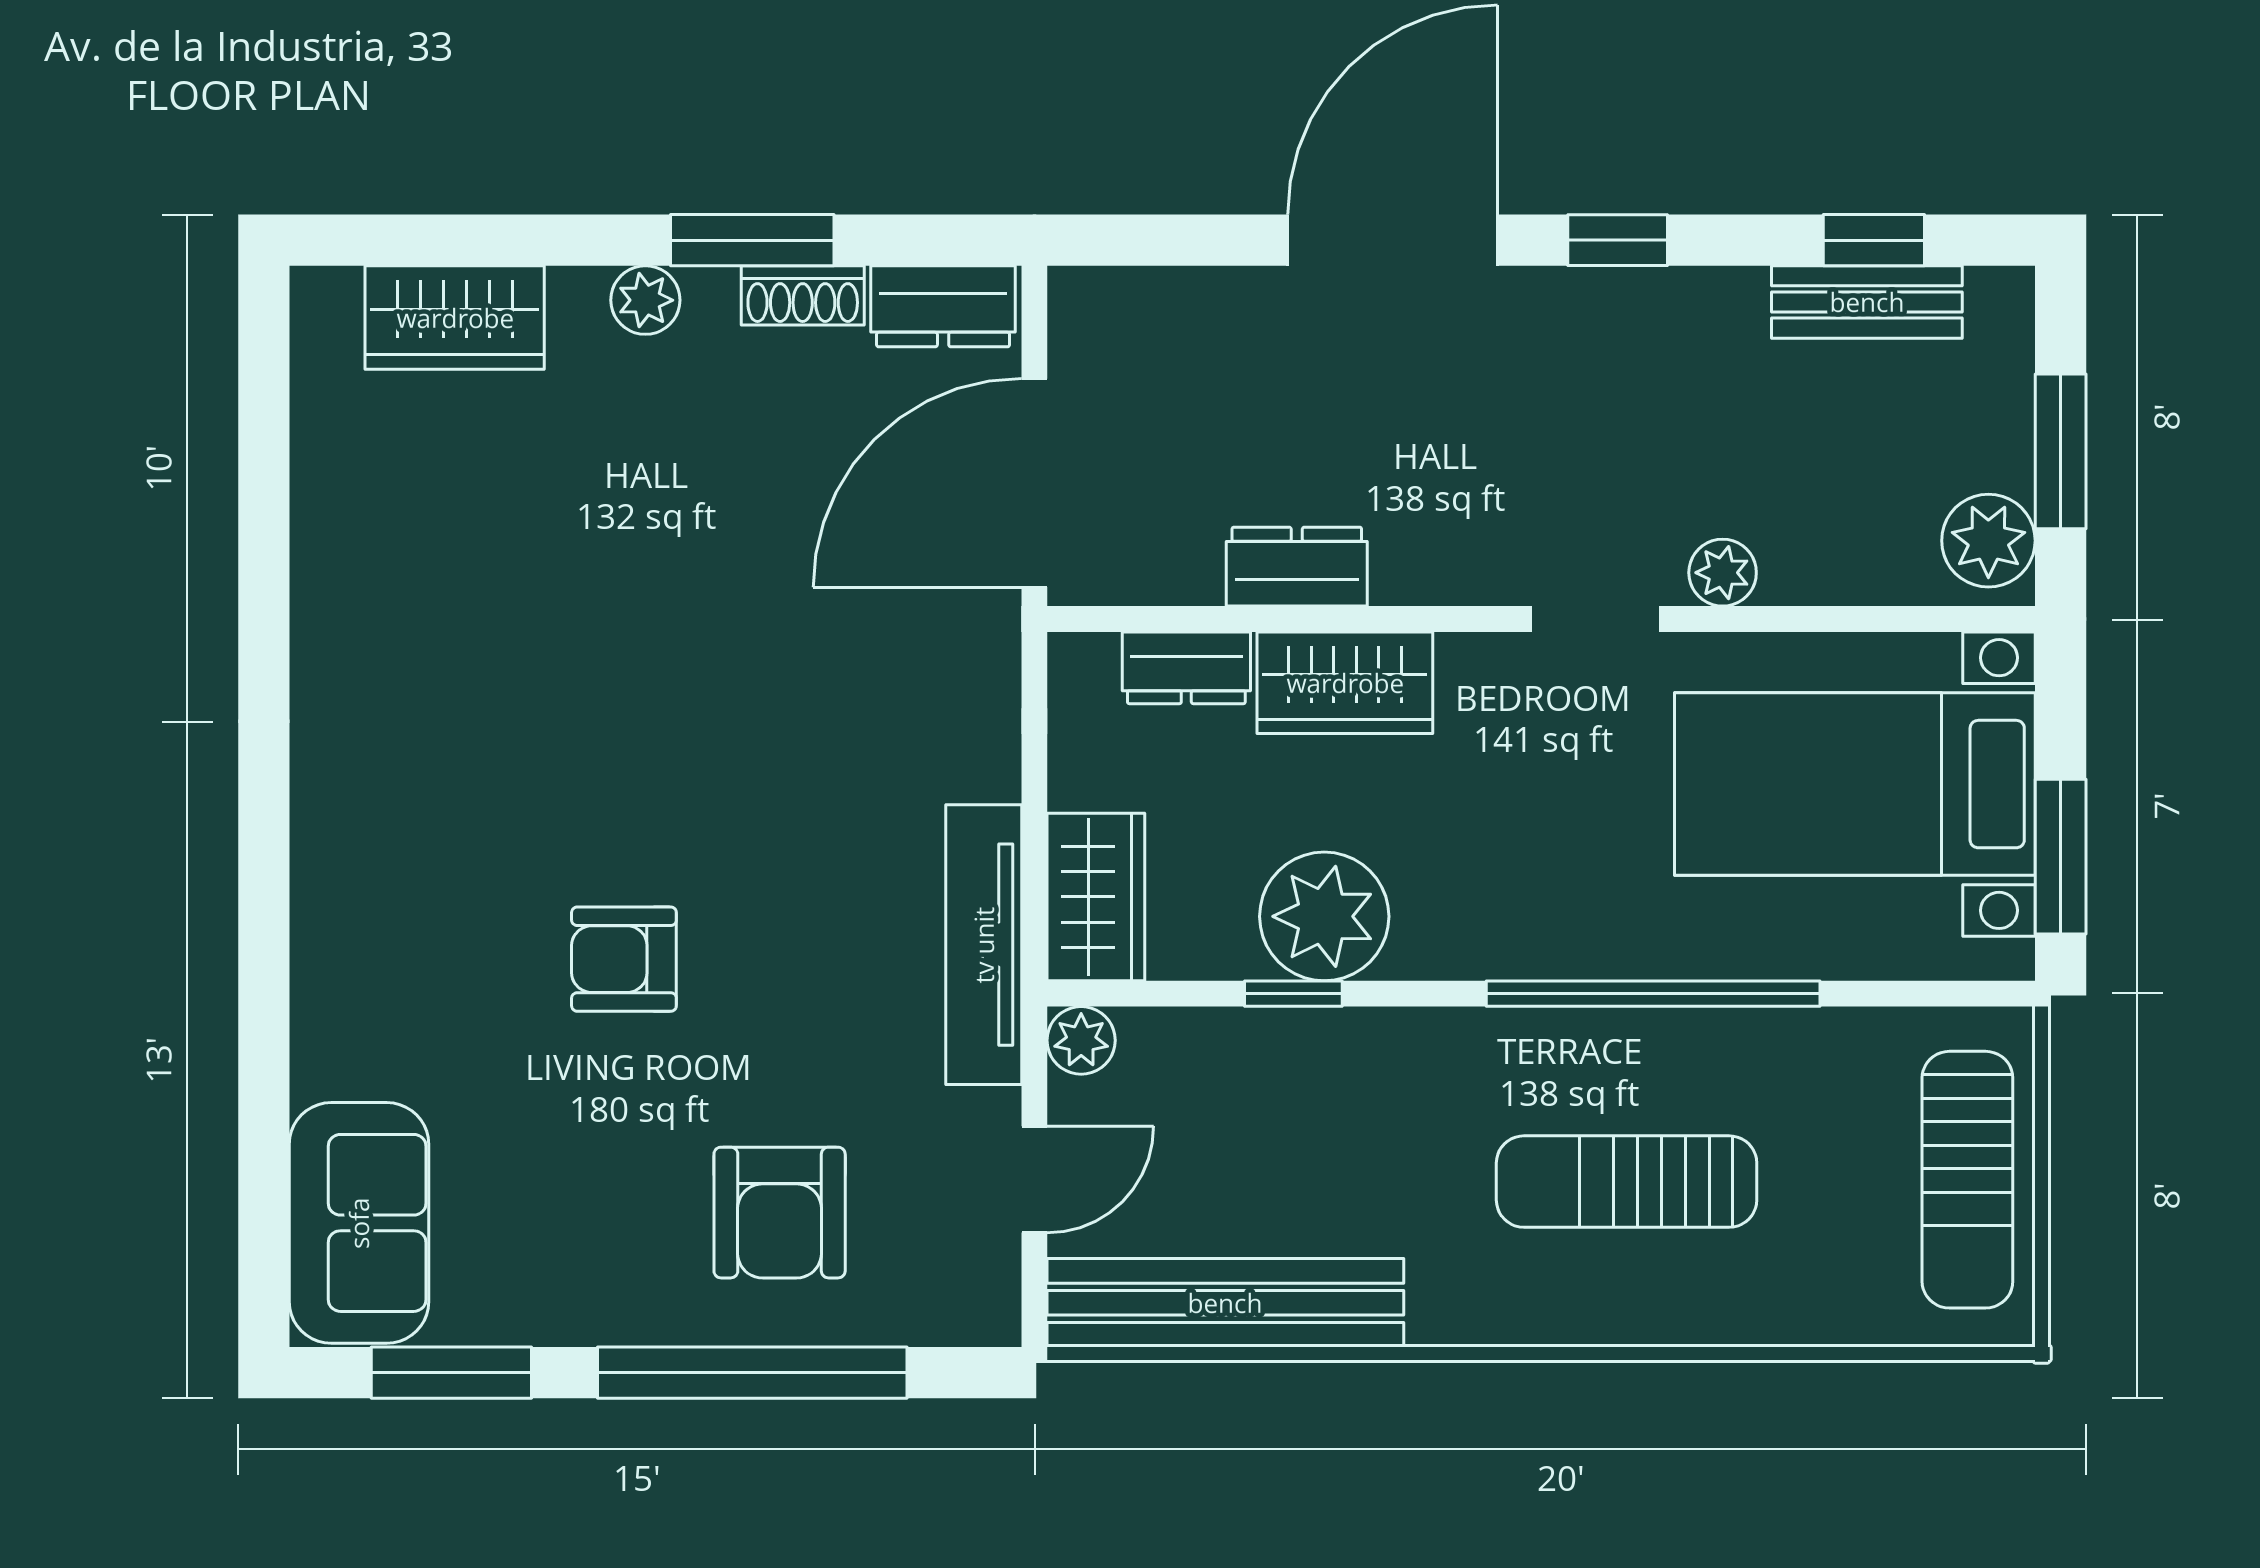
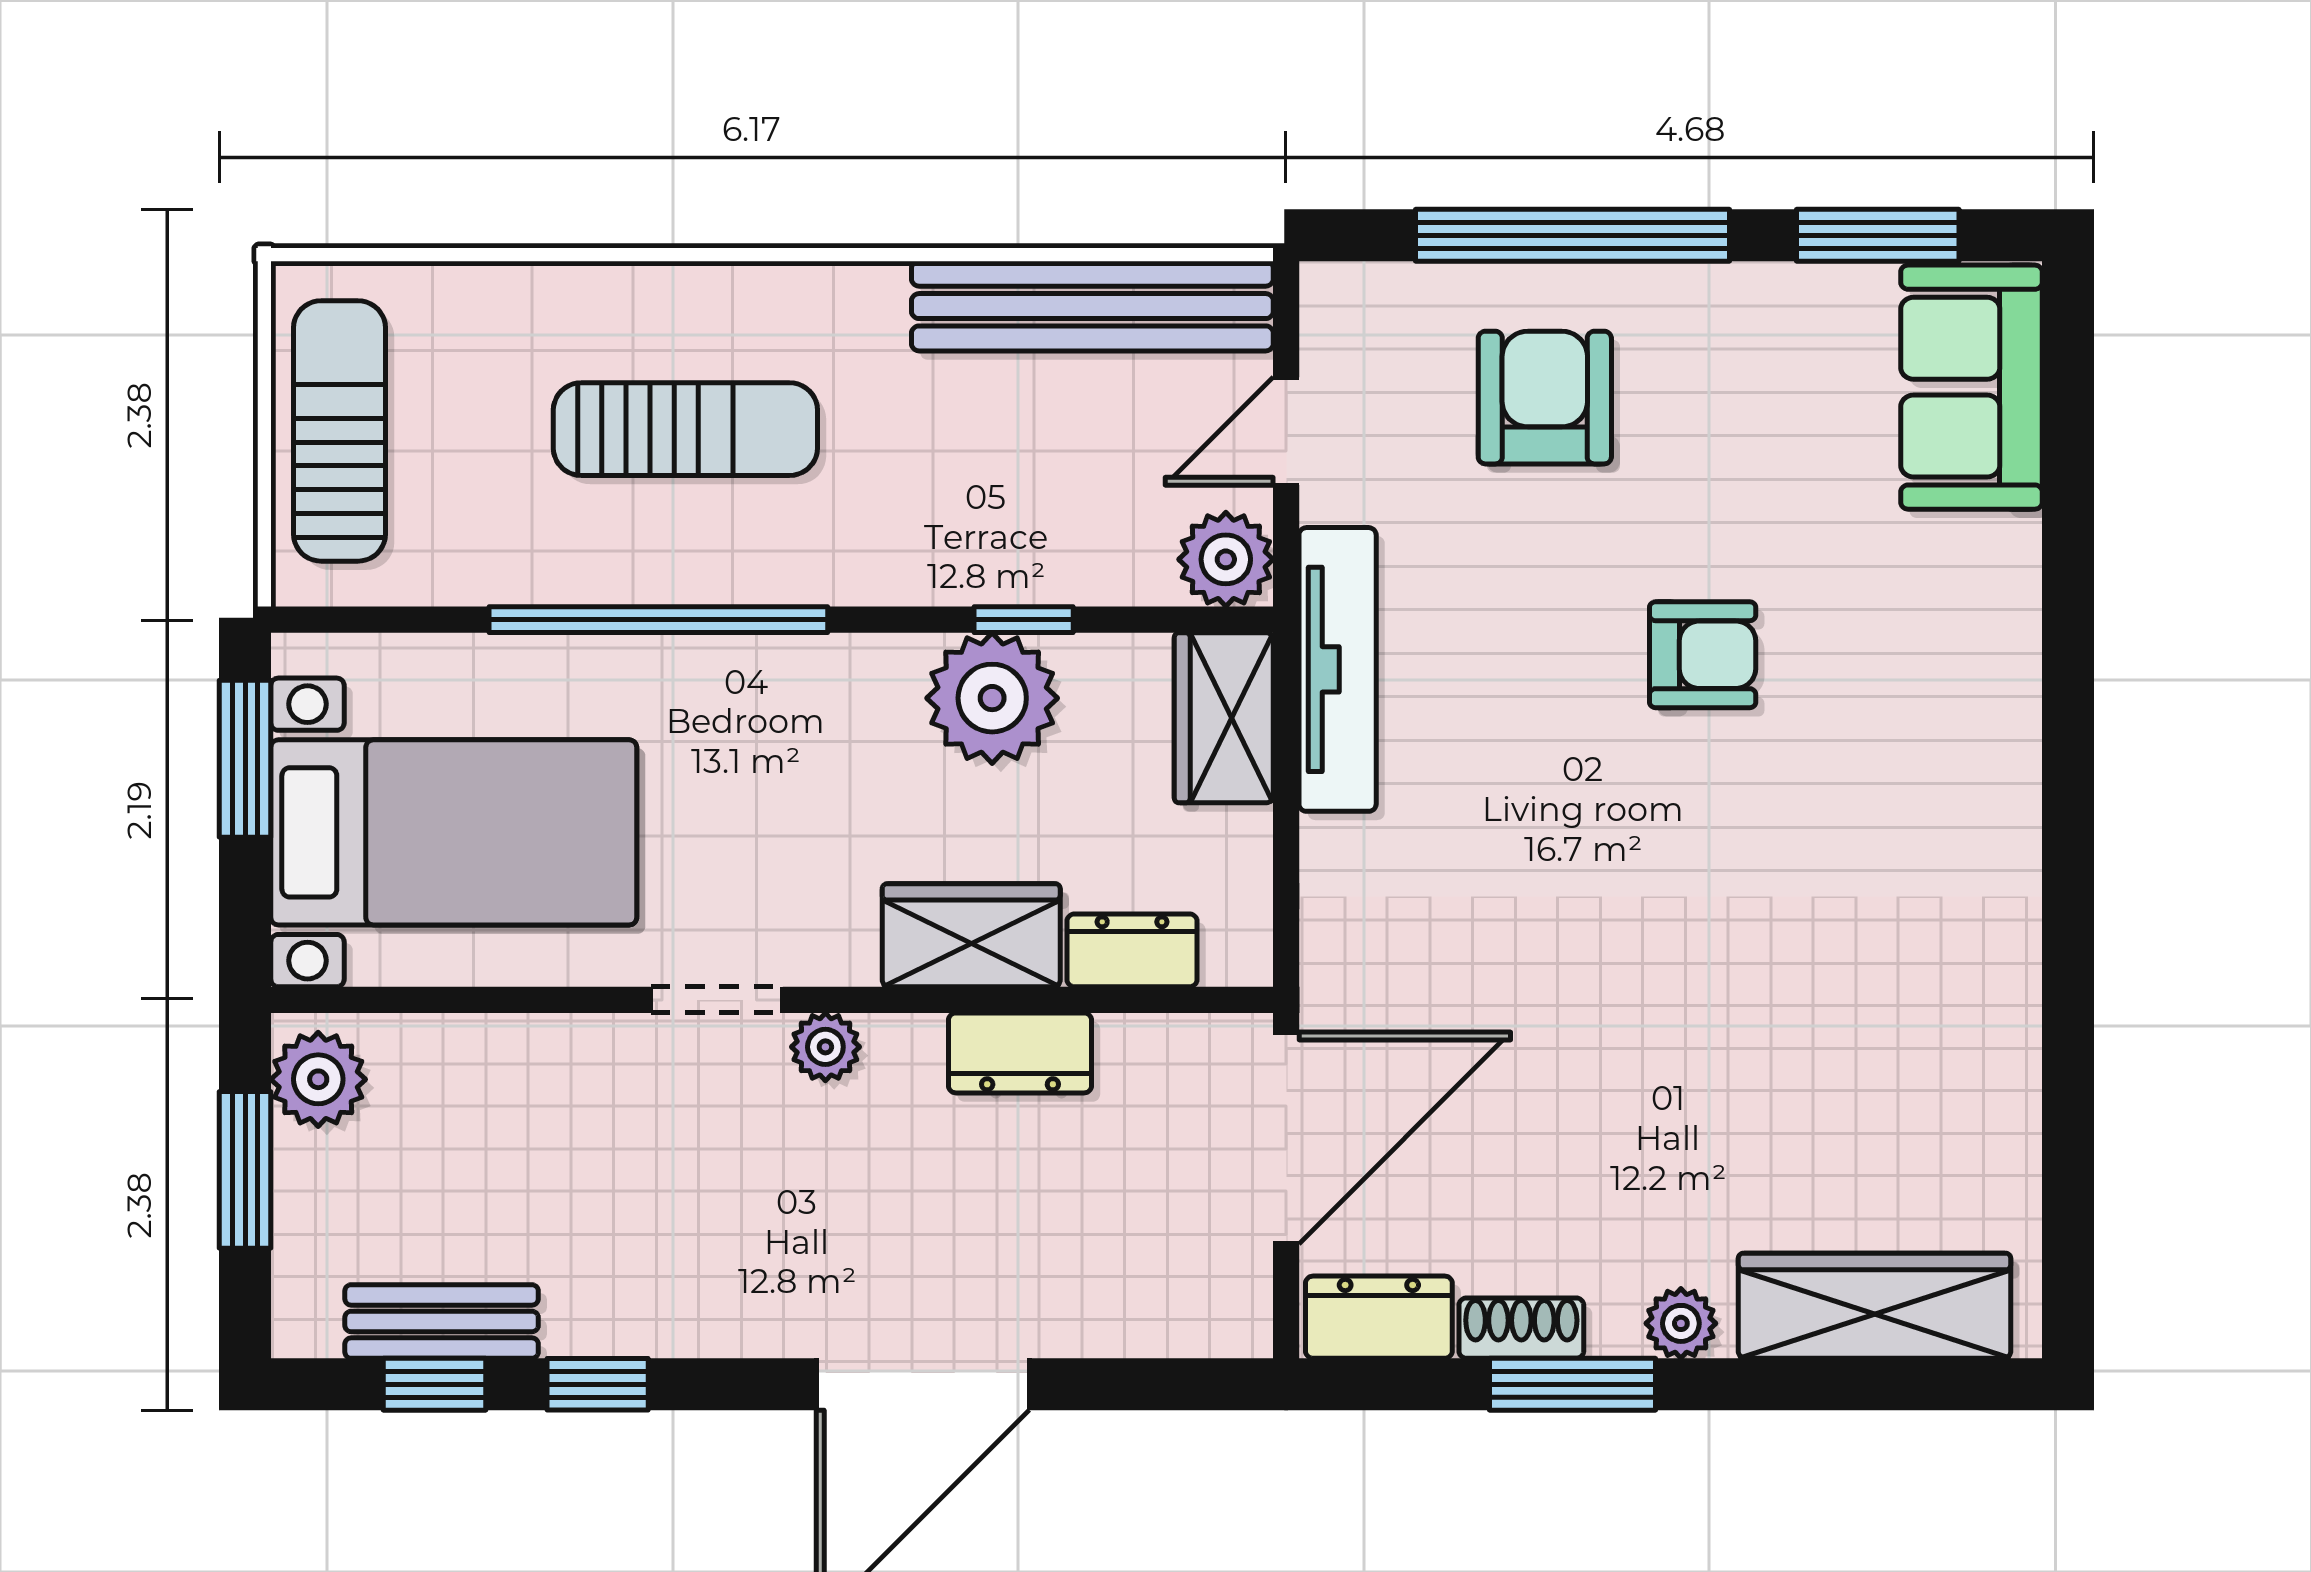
window: (1618, 240) -> (598, 1384), moved
wardrobe: (455, 318) -> (1875, 1306), width x1.50
plant: (1723, 573) -> (825, 1047), moved
plant: (1081, 1040) -> (1226, 559), width x1.38, depth x1.38

